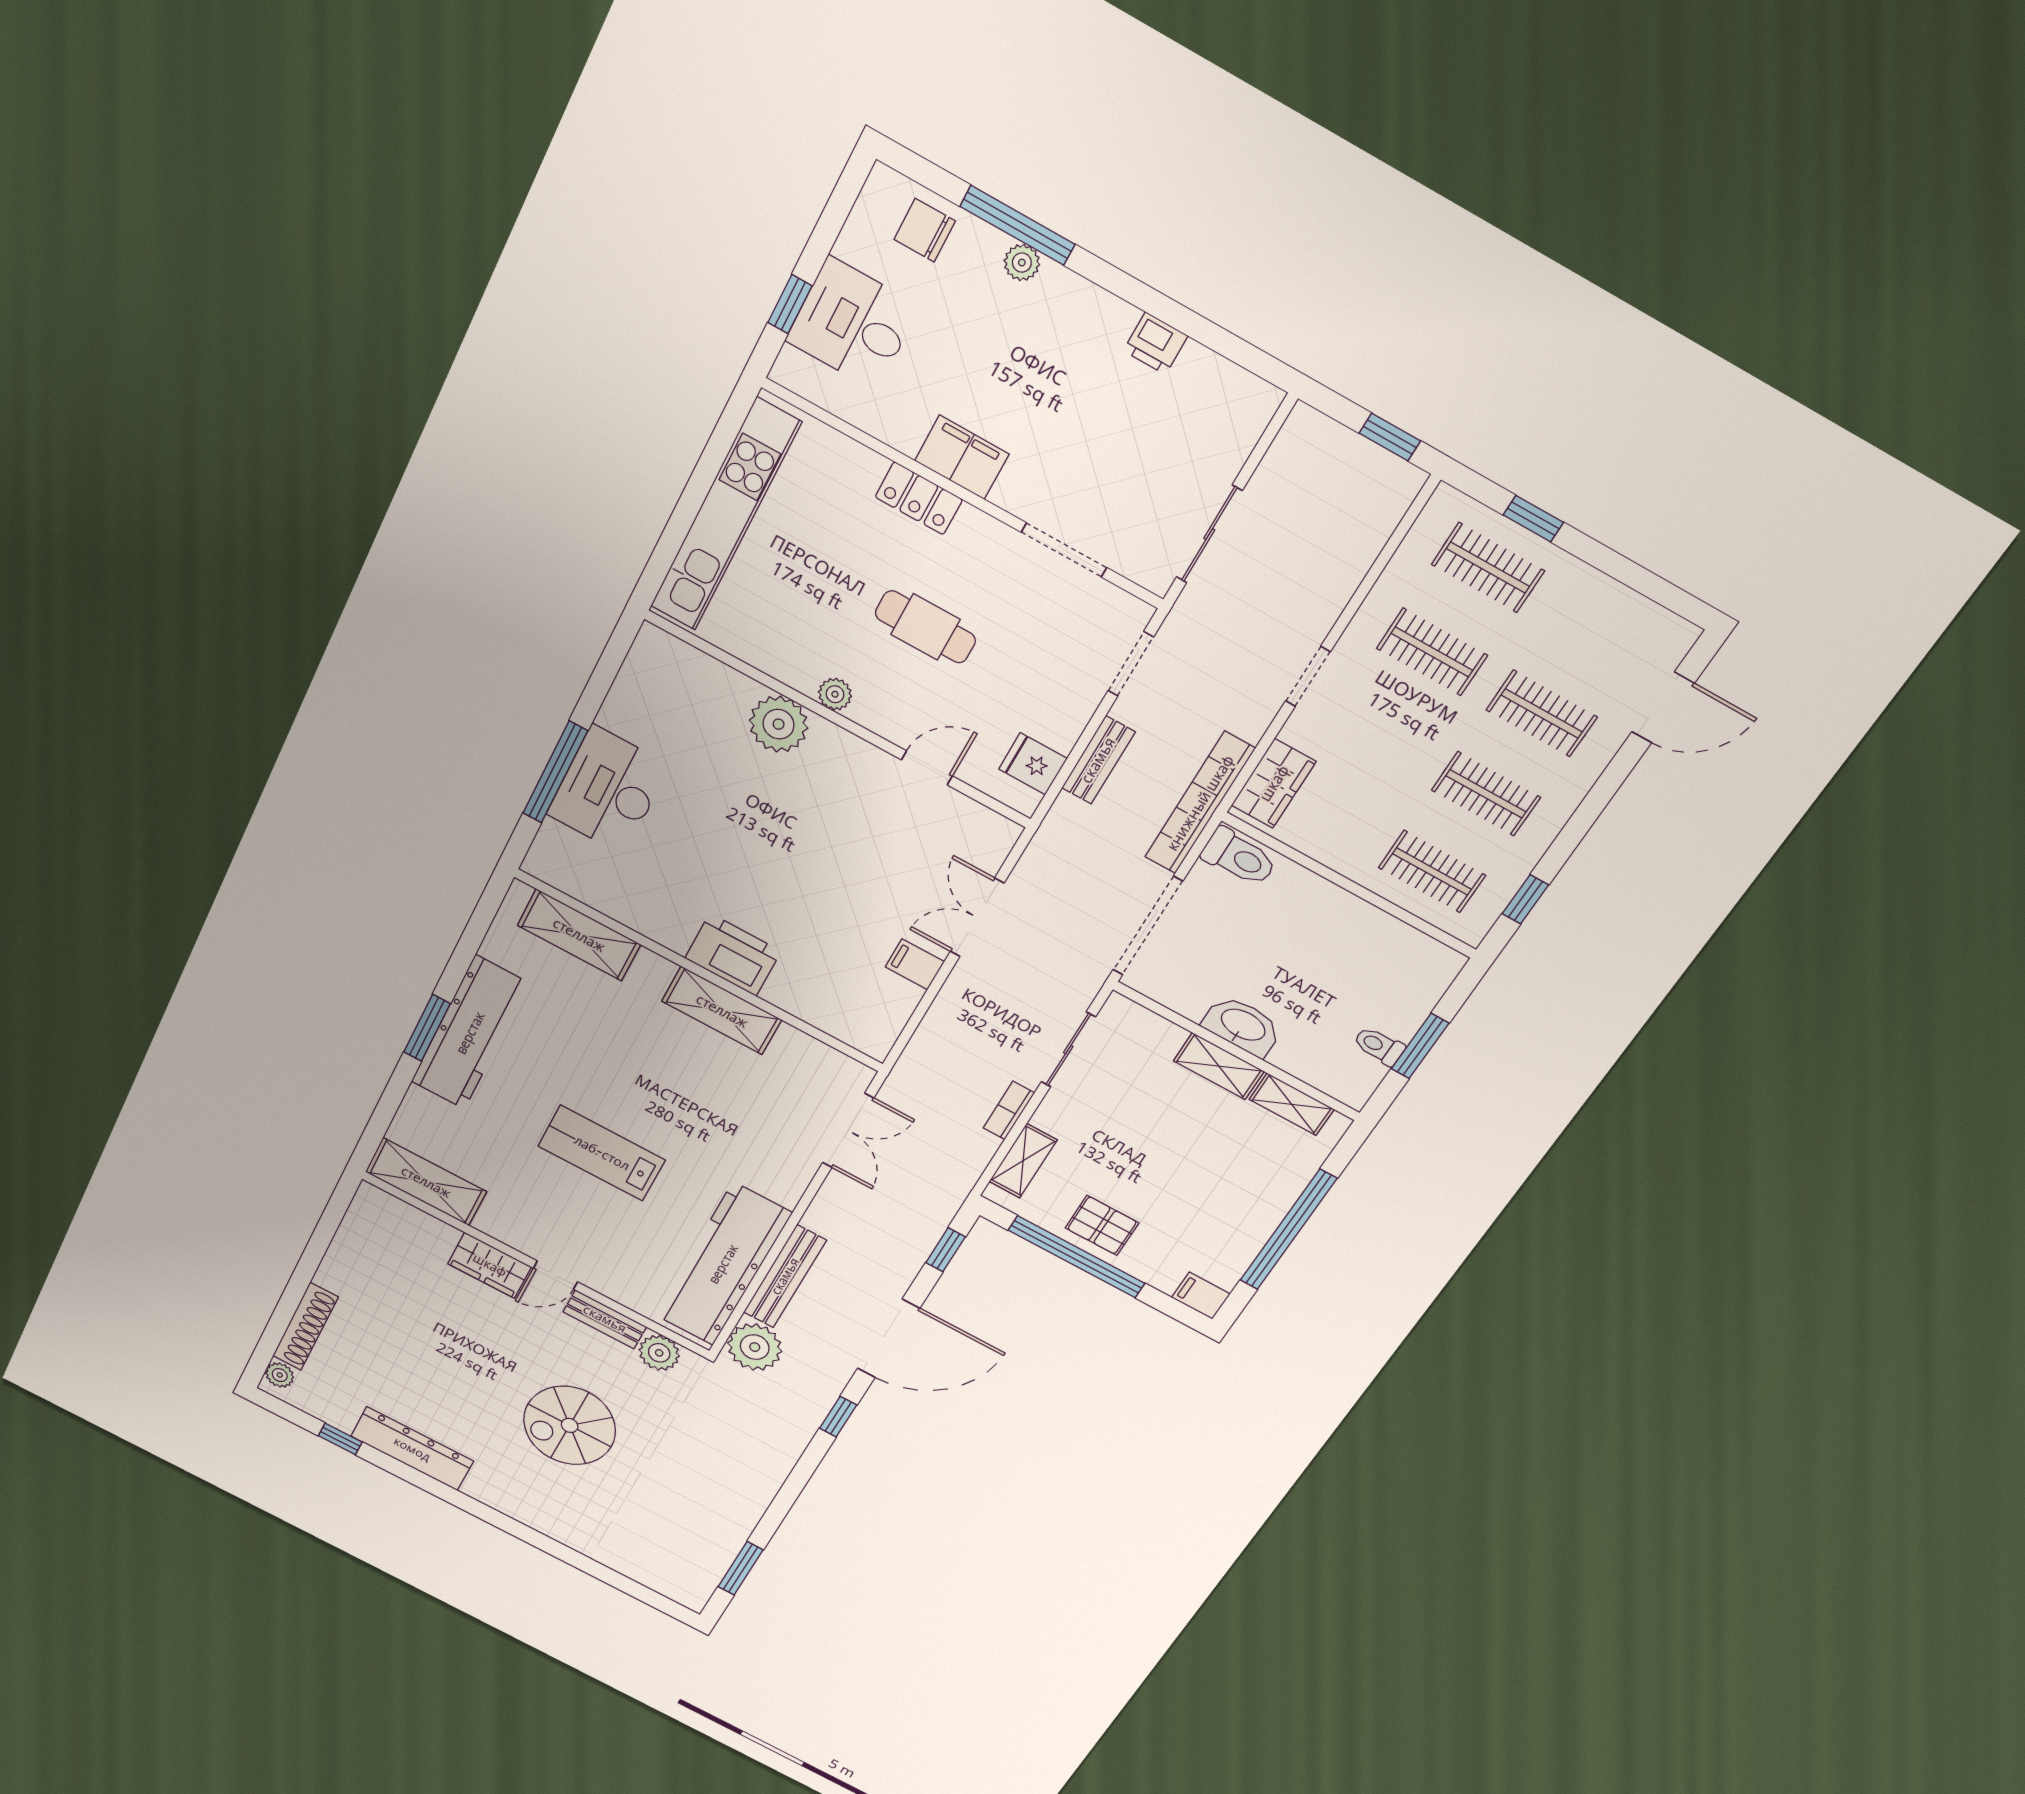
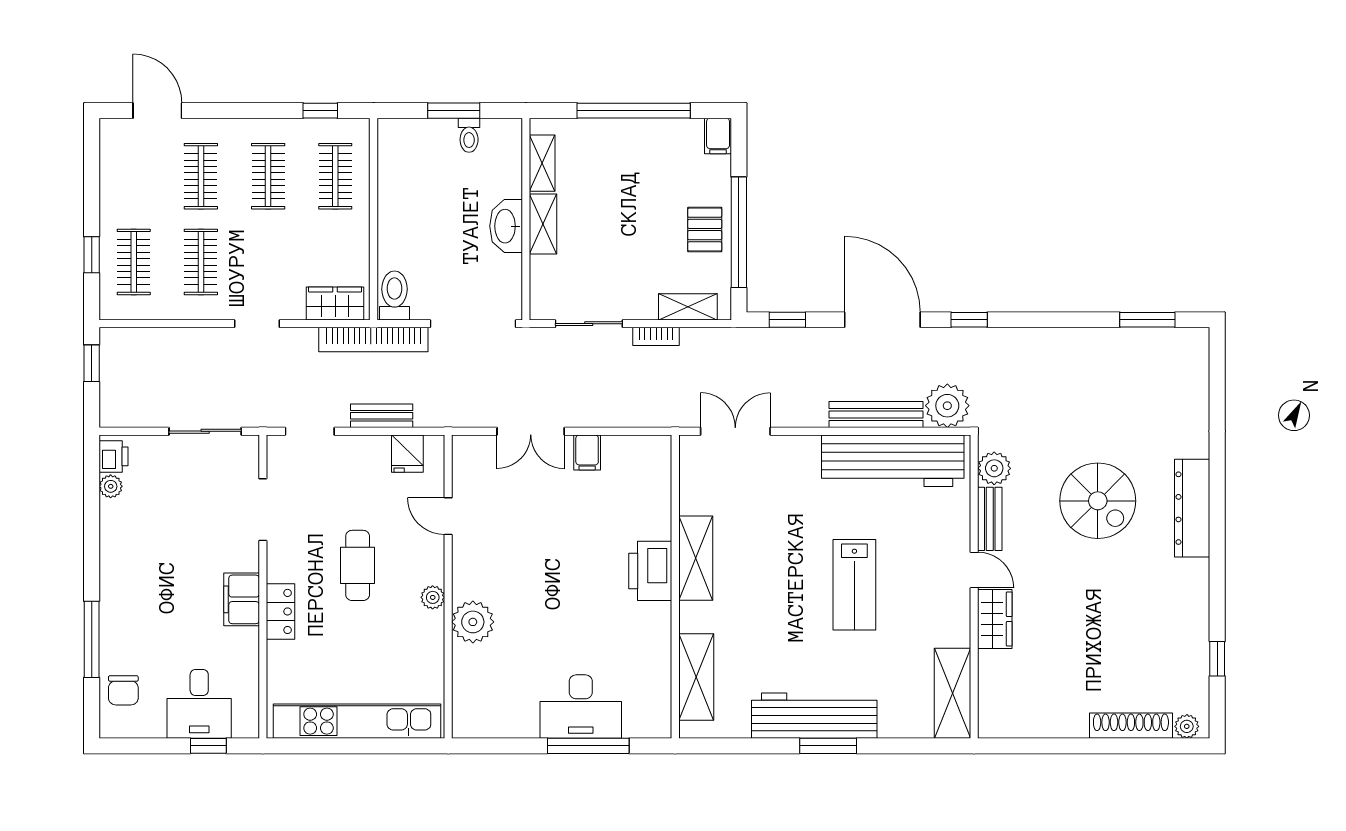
plant: (1022, 263) -> (111, 486), moved
printer: (1155, 343) -> (114, 456), moved
dresser: (412, 1449) -> (1192, 508), moved

